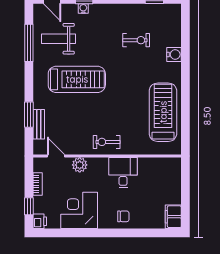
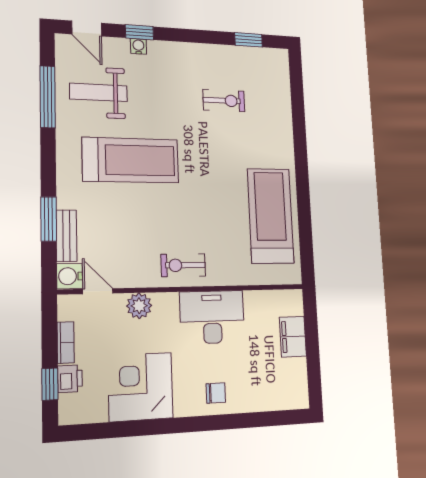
water cooler: (174, 54) -> (70, 276), moved, turned 180
desk: (123, 173) -> (212, 317), width x1.37
filing cabinet: (173, 217) -> (293, 337), moved
printer: (40, 221) -> (70, 379), moved

